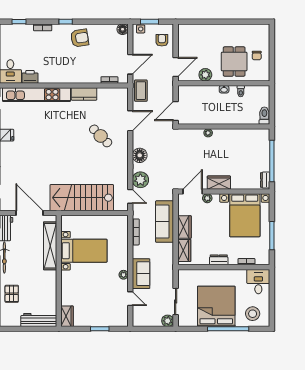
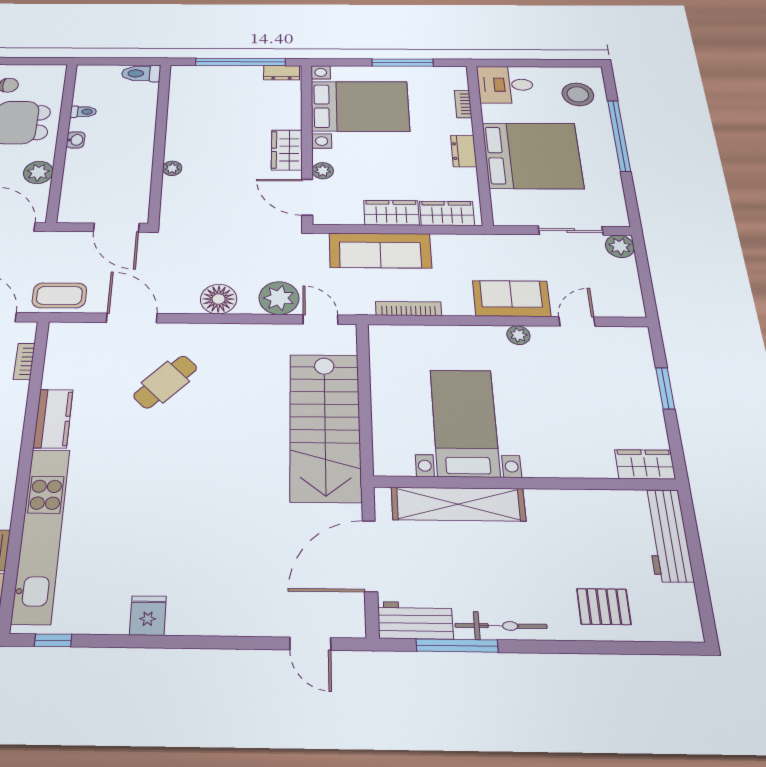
door: (130, 196) -> (320, 319), hinge flipped
bed: (216, 306) -> (532, 155), moved, turned 180

